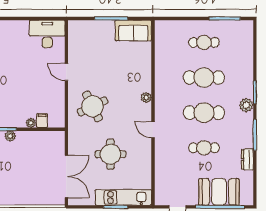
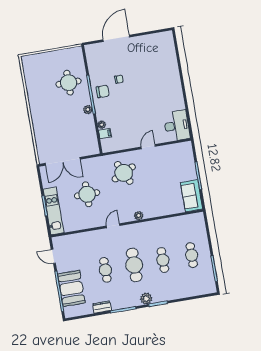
cafe table: (204, 78) -> (163, 260), width x0.73, depth x0.74

